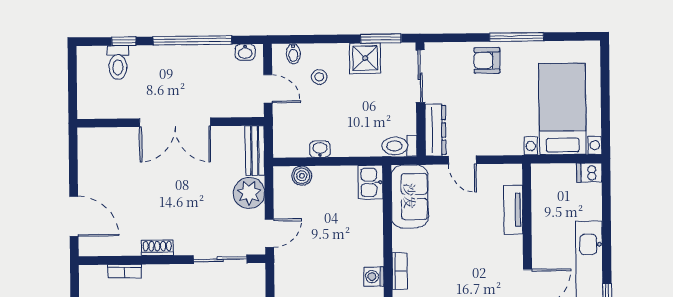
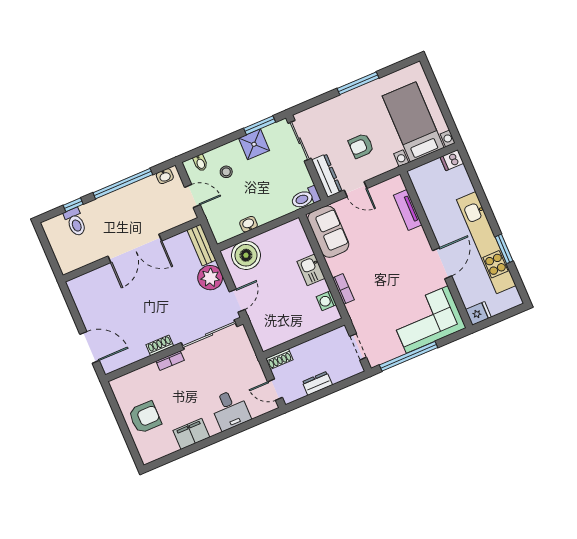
armchair: (487, 60) -> (361, 146), moved
boiler: (302, 176) -> (246, 255), width x1.86, depth x1.86
kitchen sink: (370, 182) -> (311, 270), moved
sliding door: (220, 259) -> (209, 335), width x1.37
bookcase: (125, 271) -> (170, 361), moved

